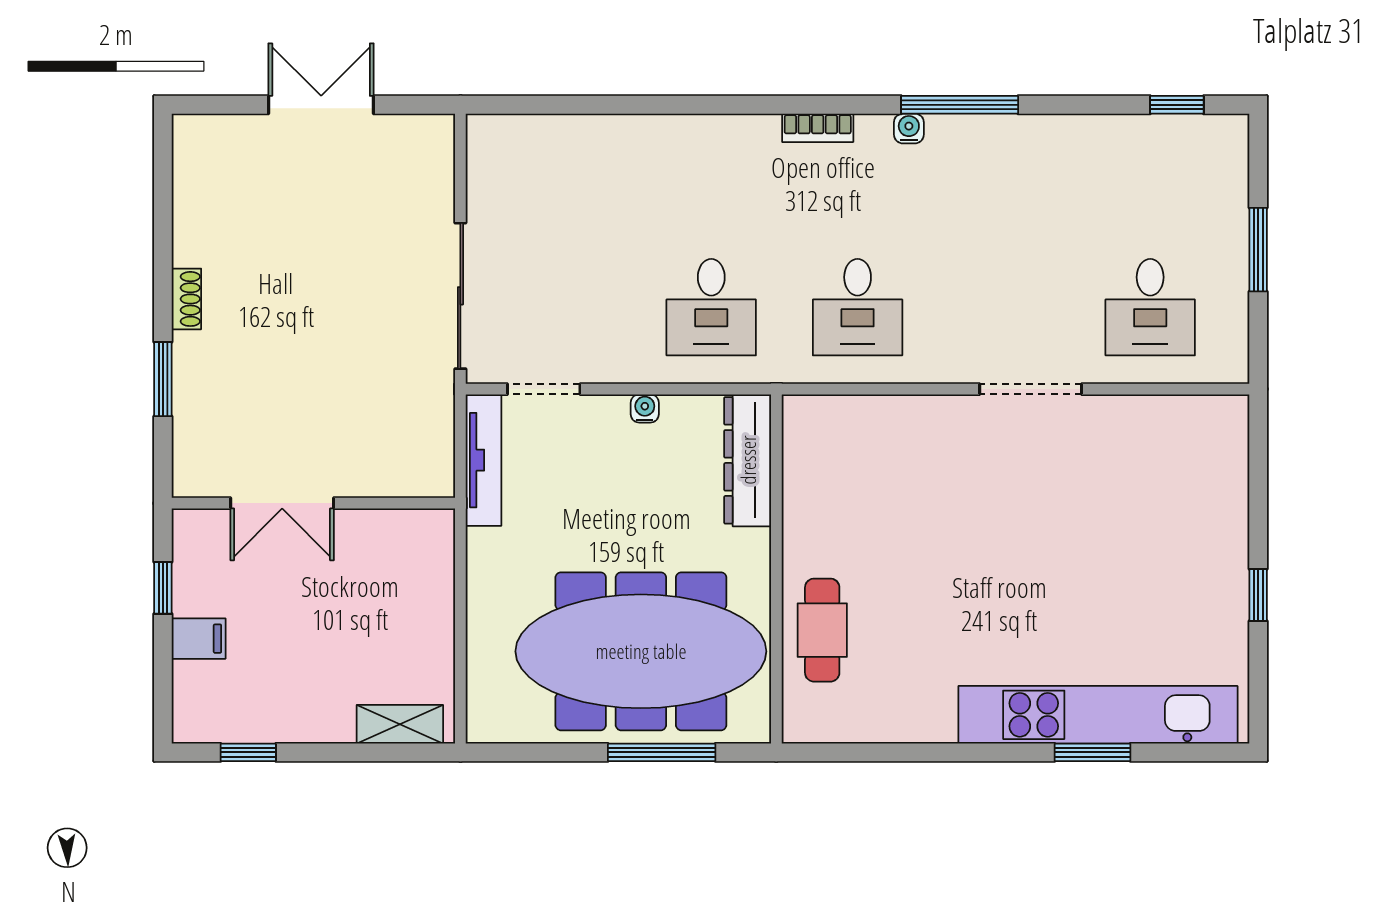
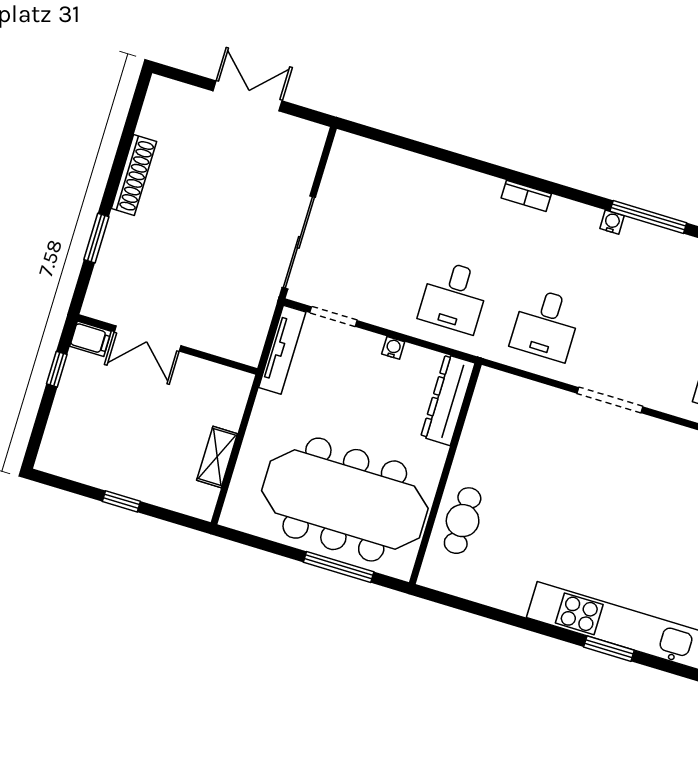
bookcase: (818, 128) -> (526, 196), moved
shoe rack: (186, 299) -> (134, 175), width x1.94, depth x1.24
doorway: (1031, 389) -> (610, 400), moved
filing cabinet: (199, 639) -> (90, 339), moved
shelving: (400, 724) -> (217, 457), moved, turned 90
window: (248, 752) -> (121, 501), moved

